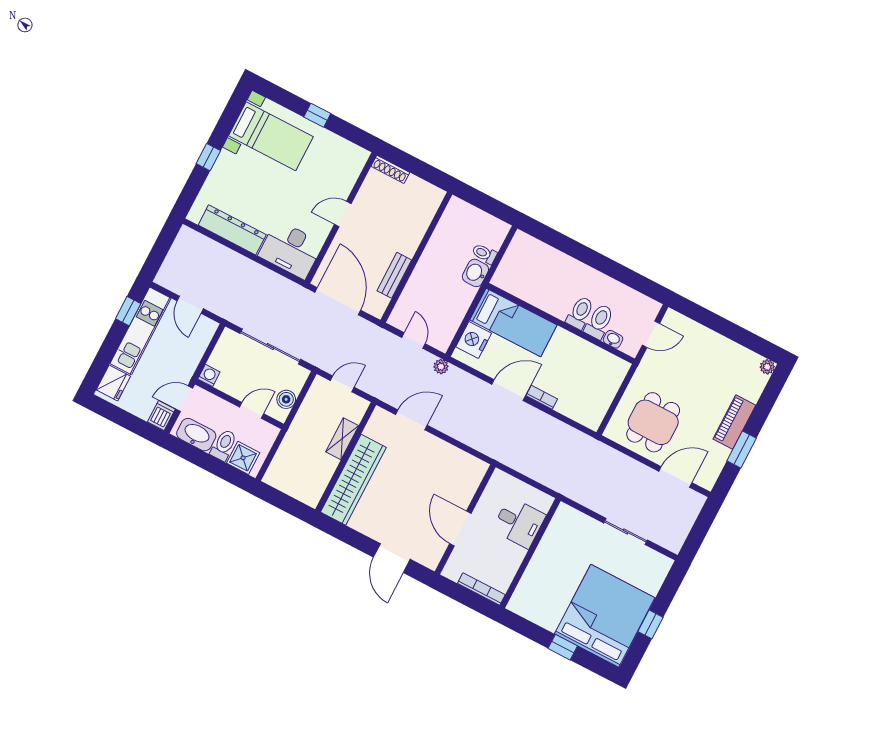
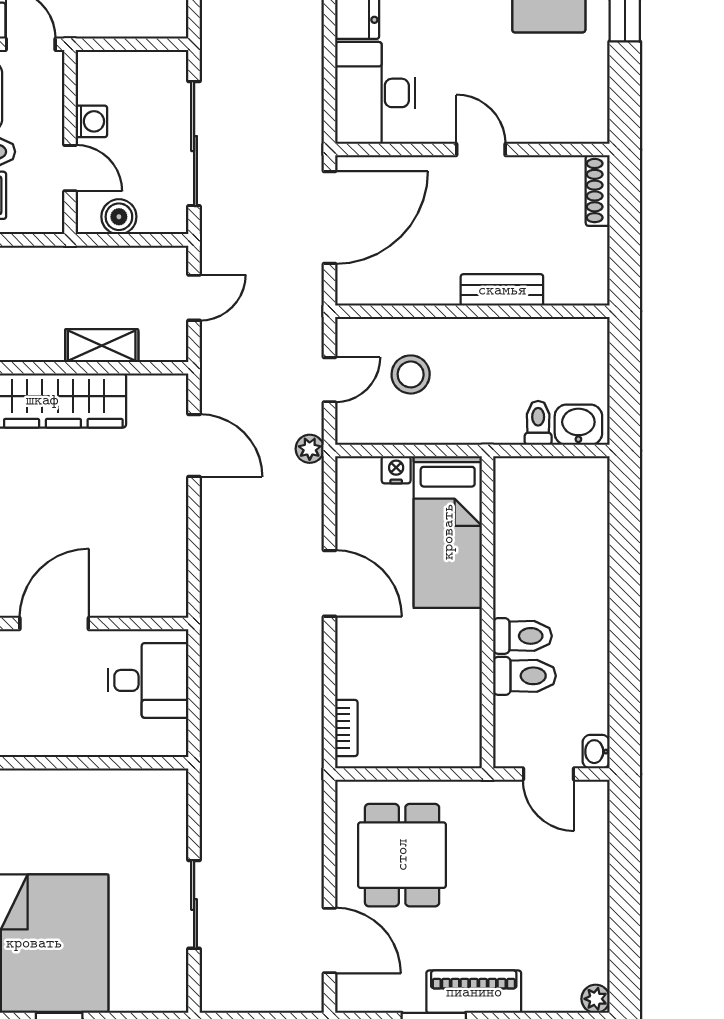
washbasin: (475, 273) -> (578, 425), moved
bench: (394, 275) -> (502, 290), moved
stool: (431, 301) -> (411, 374), added
washbasin: (613, 339) -> (596, 752), moved, turned 180
nightstand: (474, 340) -> (396, 470), width x0.53, depth x0.56
washing machine: (209, 375) -> (91, 121), moved
door: (342, 384) -> (194, 298), hinge flipped
bookcase: (542, 397) -> (346, 728), moved
dining table: (653, 422) -> (402, 855), turned 90
desk: (519, 523) -> (148, 680), moved, turned -90

